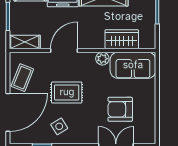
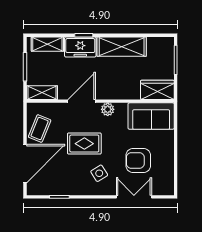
wardrobe: (122, 39) -> (157, 90), moved
plant: (102, 59) -> (108, 109), moved
side table: (59, 126) -> (99, 173), moved

